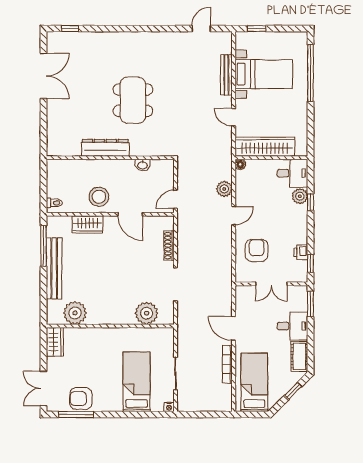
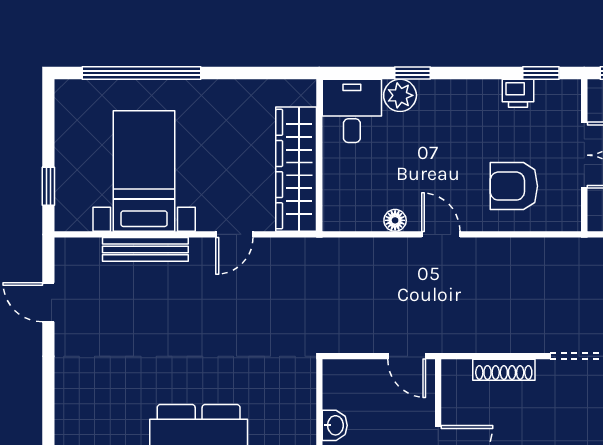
floor lamp: (240, 164) -> (395, 220), moved
plant: (224, 189) -> (385, 254), removed

